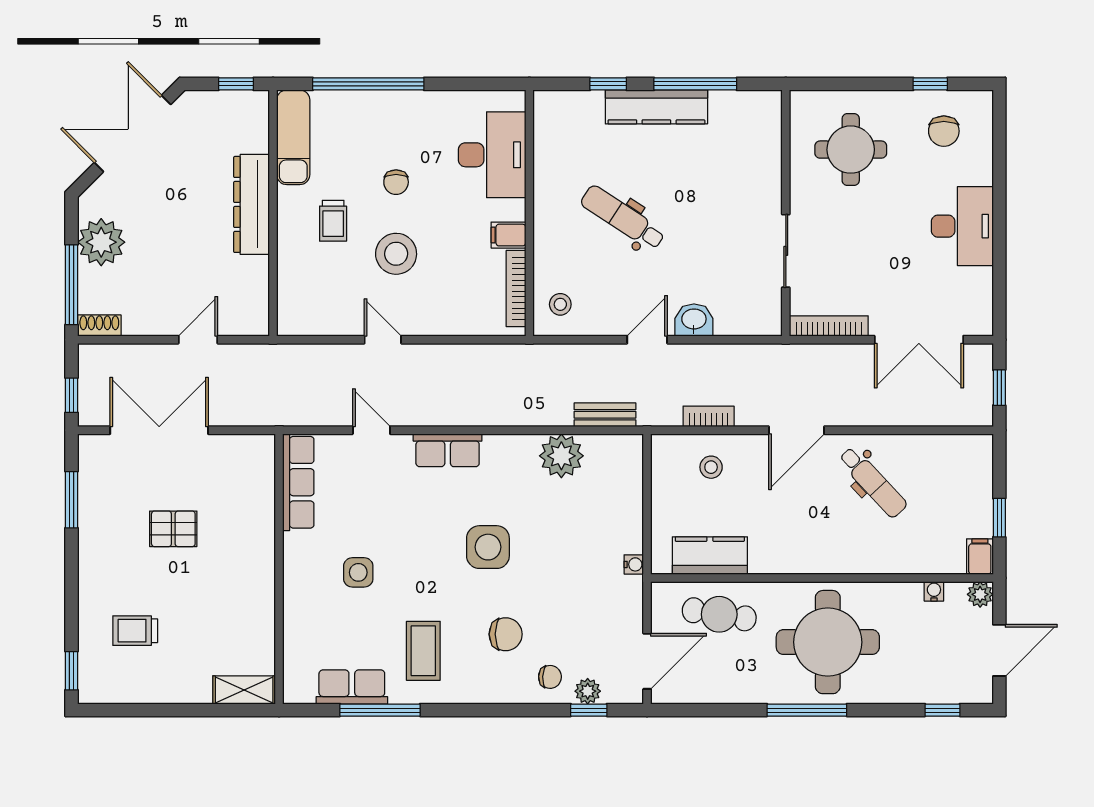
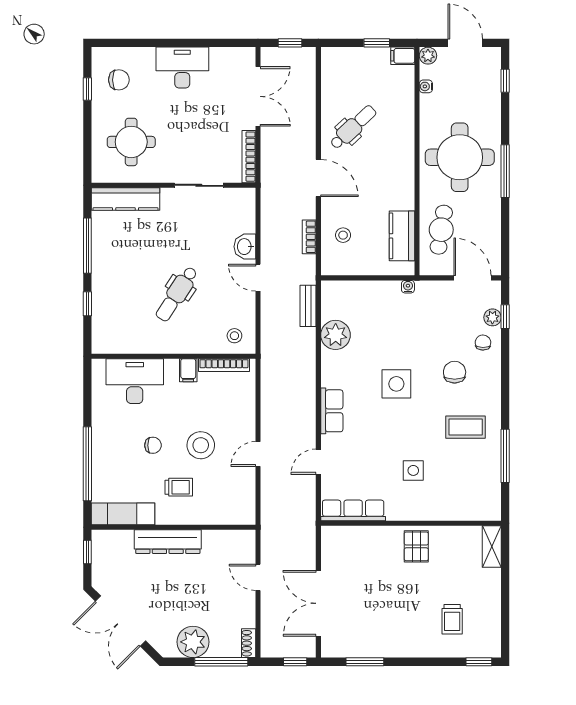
kitchen counter: (656, 107) -> (126, 199), moved, turned 90
pallet: (173, 529) -> (416, 546), moved
row of seats: (352, 687) -> (490, 475), removed

